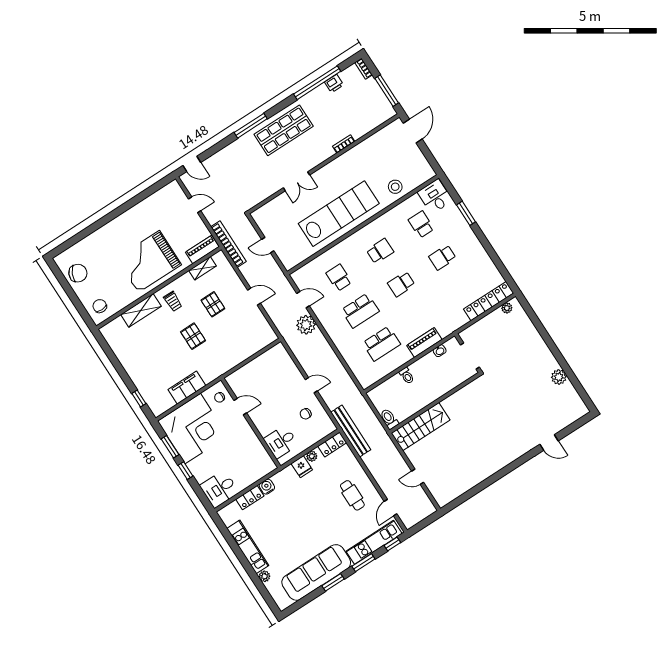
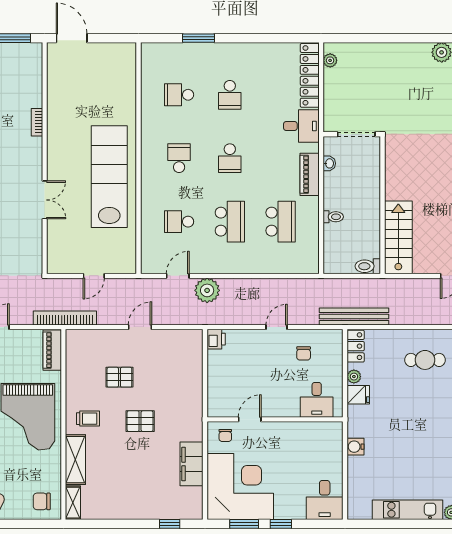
stool: (395, 187) -> (120, 96), removed
desk: (435, 196) -> (301, 126), moved, turned 180
shelving: (203, 268) -> (73, 503), moved
printer: (278, 351) -> (216, 339), added
locker: (250, 498) -> (355, 473), removed

